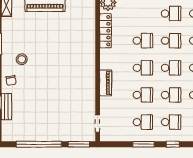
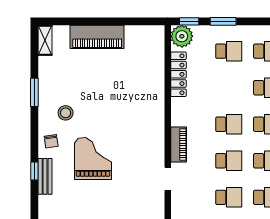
school desk: (143, 41) -> (229, 51), moved
grand piano: (42, 93) -> (93, 159), added
doorway: (98, 124) -> (168, 179), moved

